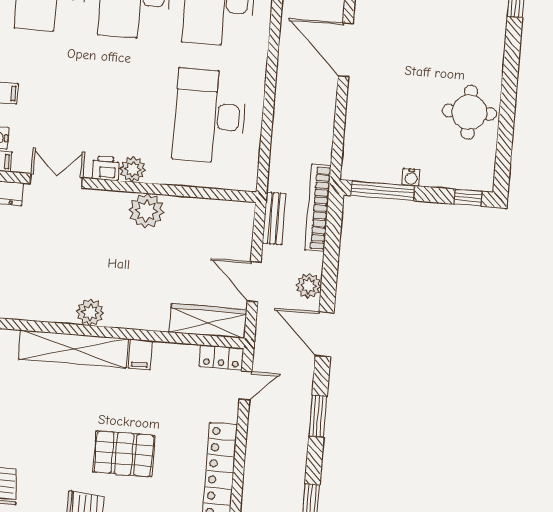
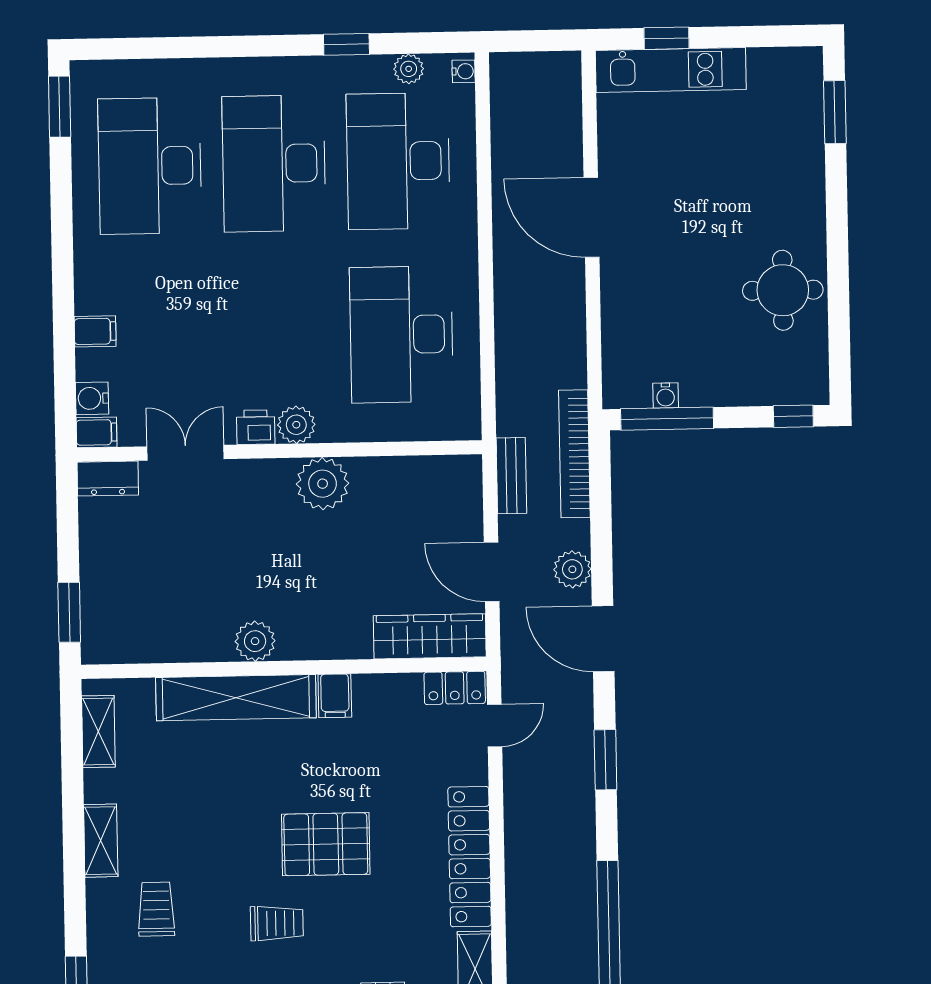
water cooler: (411, 177) -> (666, 396), moved

